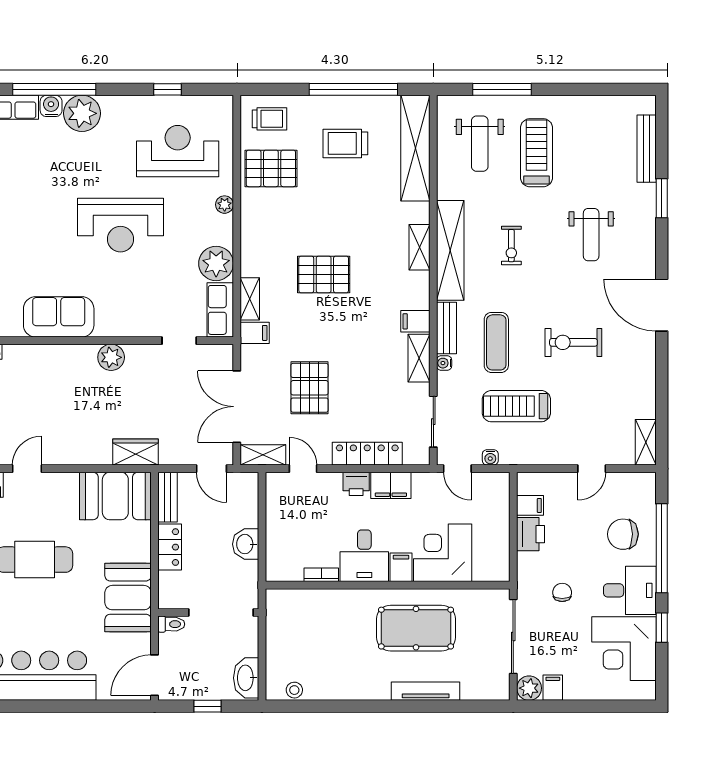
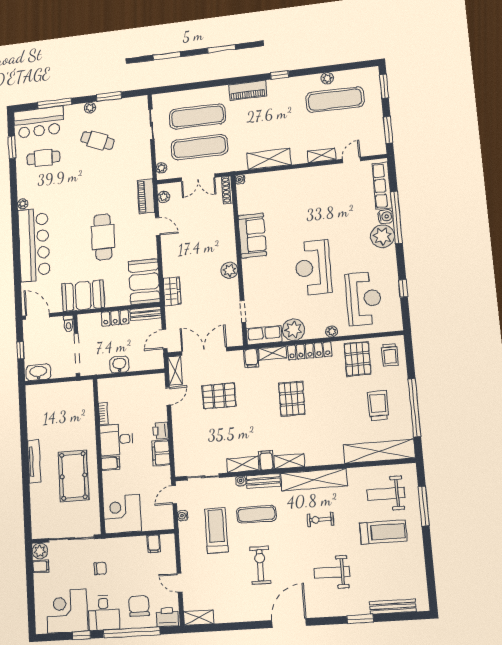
shelving: (420, 247) -> (289, 461), moved
locker: (367, 454) -> (310, 351), moved, turned 90
printer: (531, 534) -> (167, 617), moved, turned 180
corner desk: (443, 553) -> (122, 514), moved, turned -90
stool: (294, 690) -> (32, 403), removed
tv unit: (426, 691) -> (34, 461), moved

